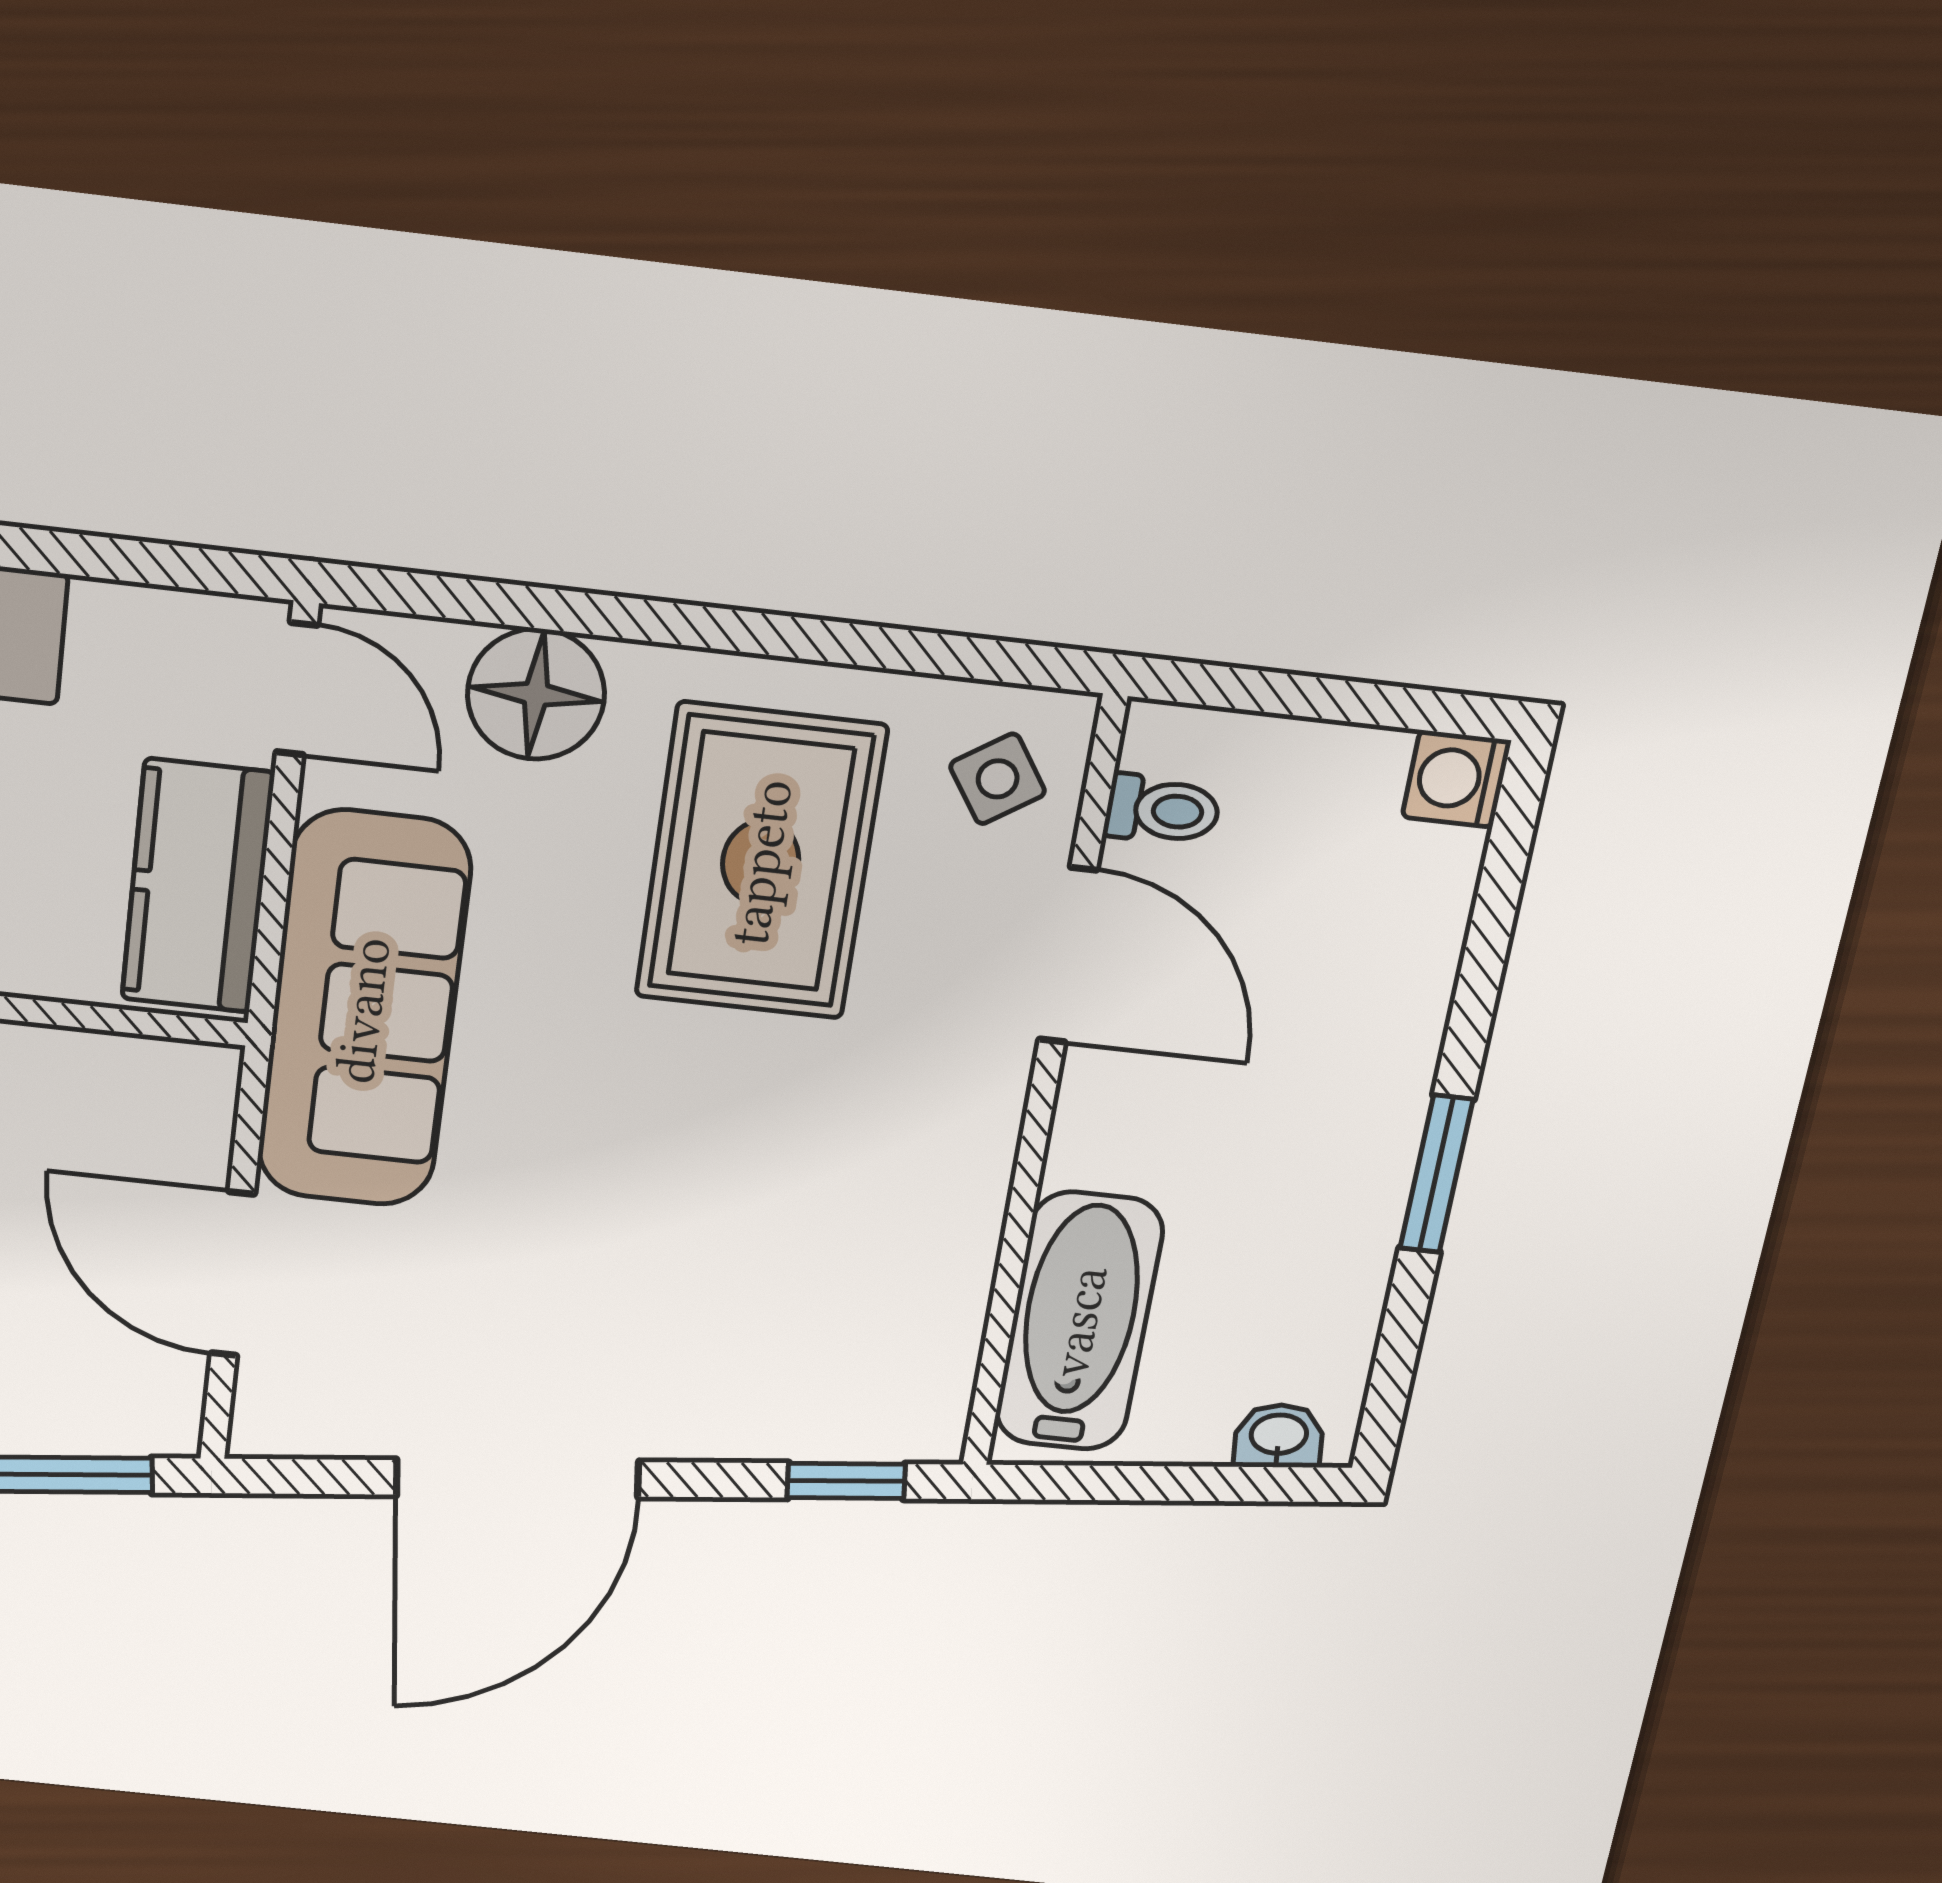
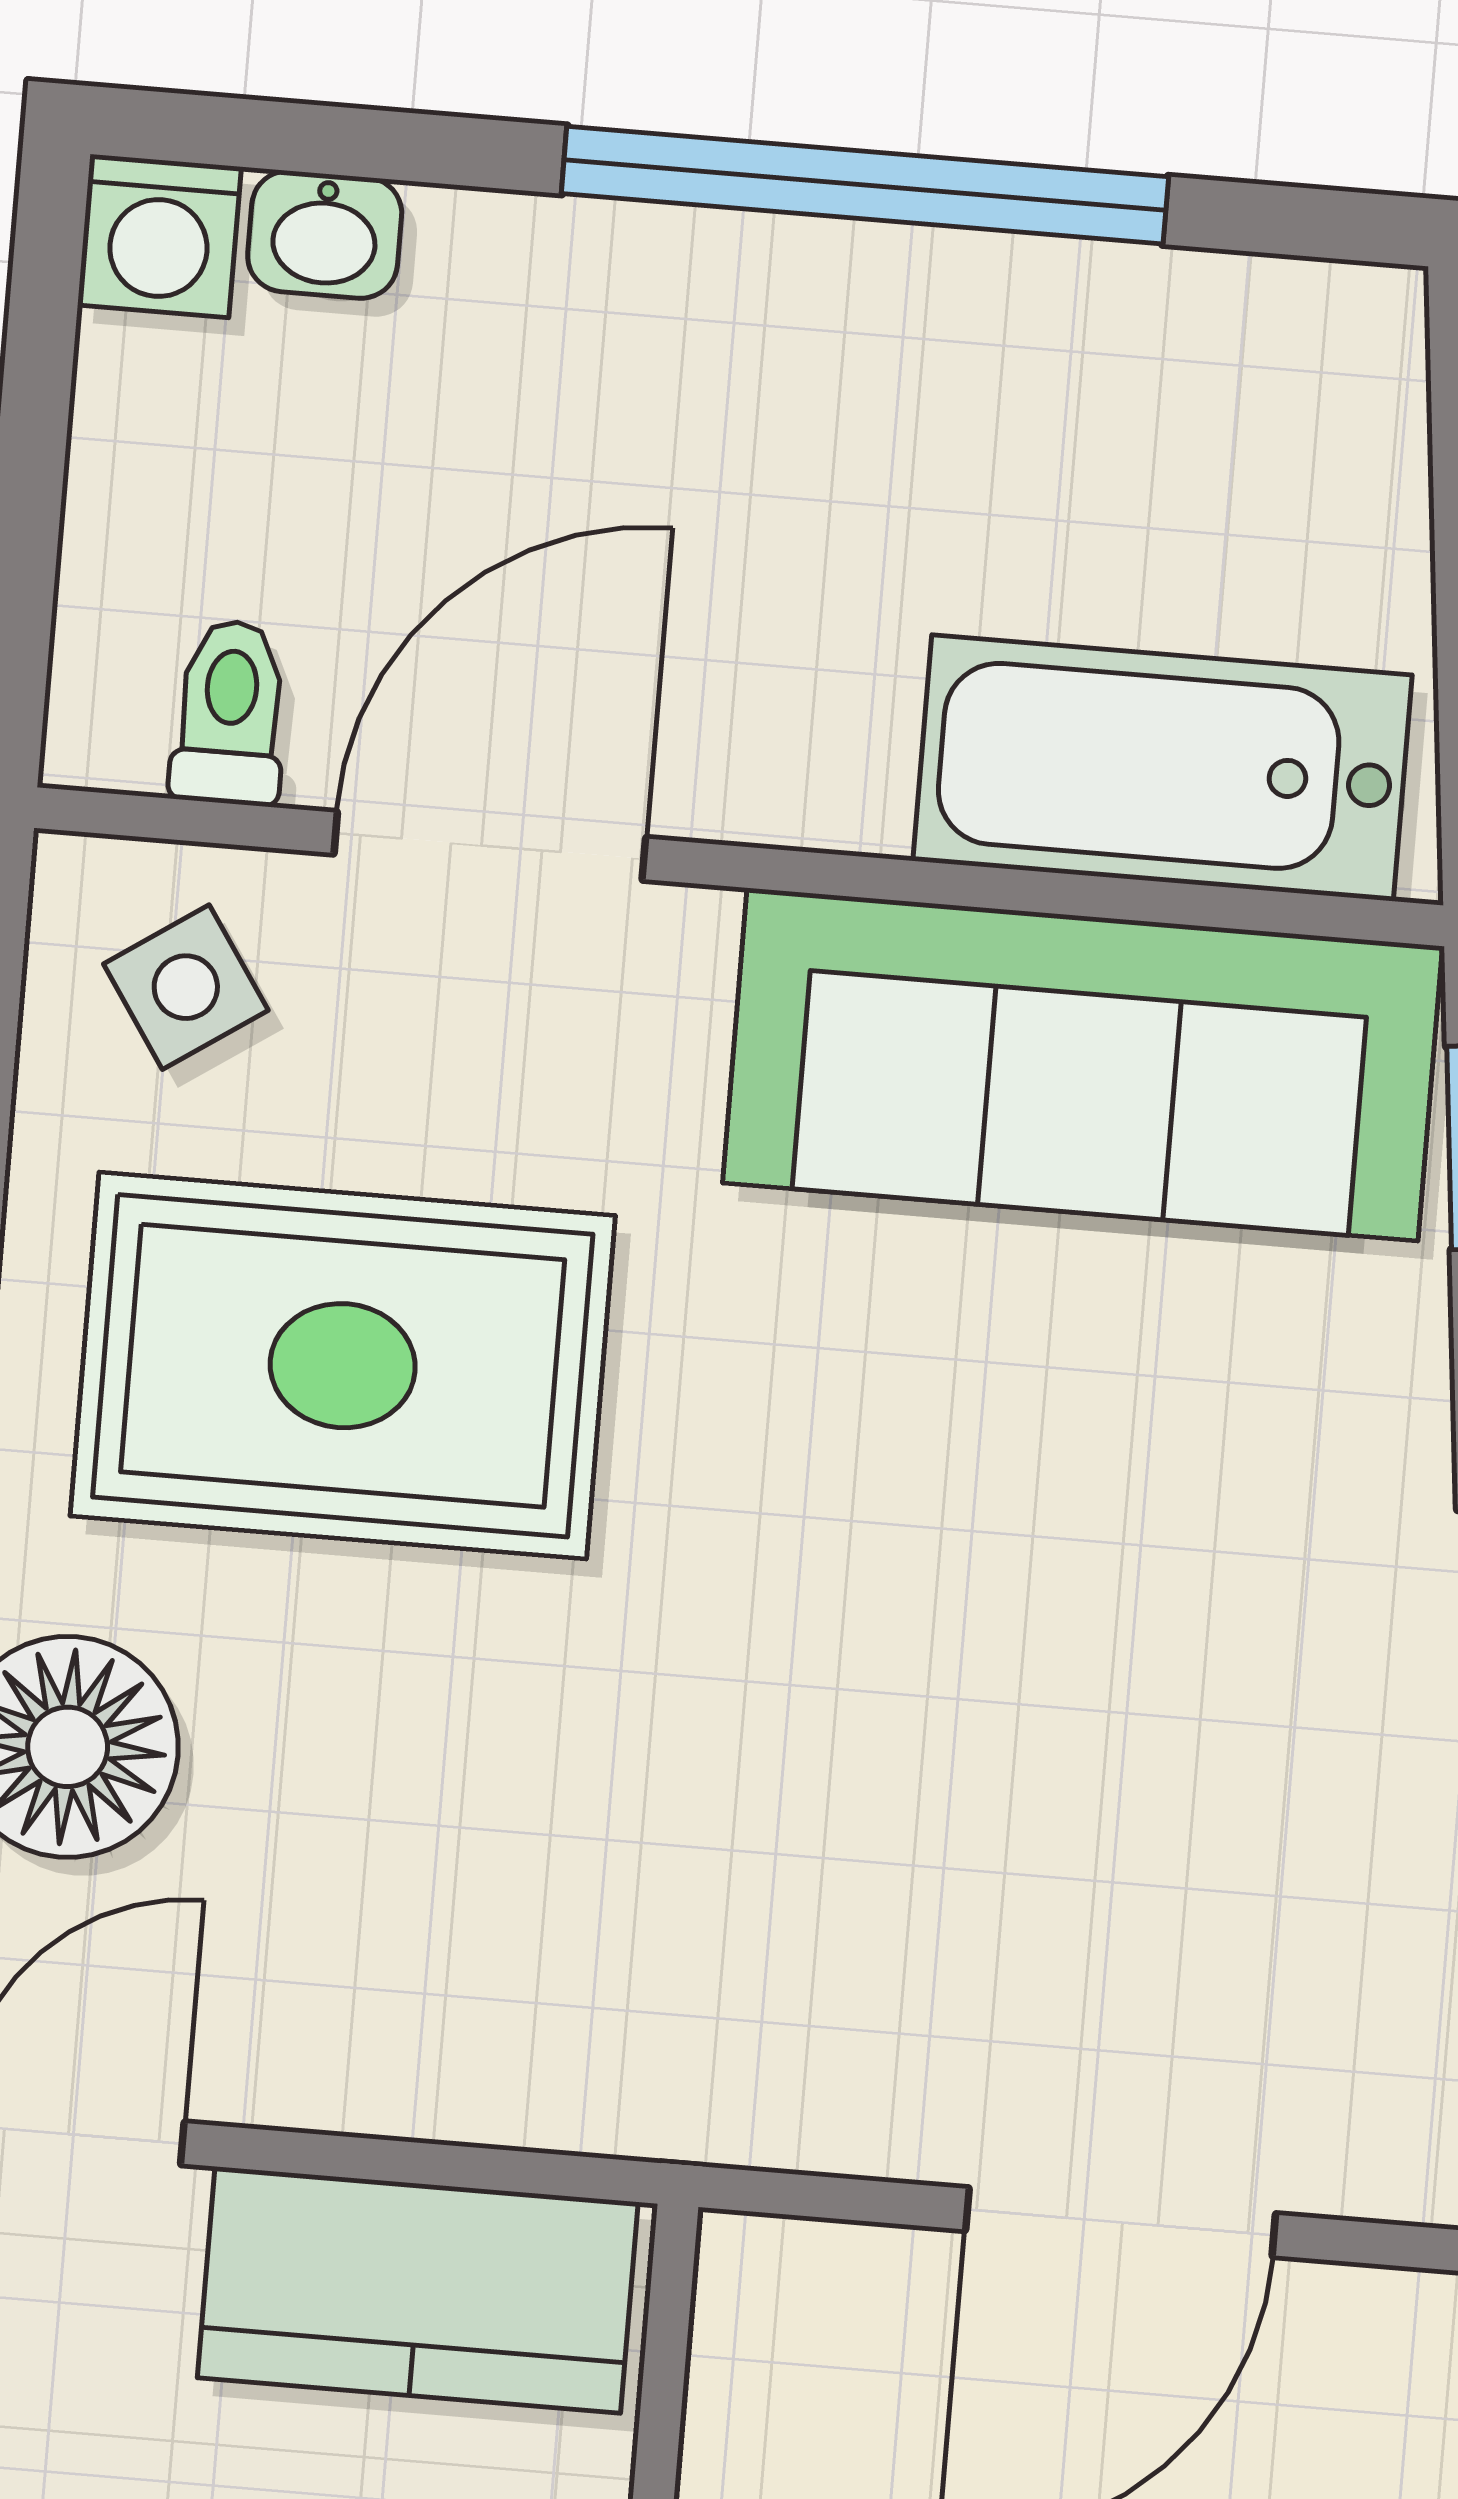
sofa: (363, 1010) -> (1082, 1065), moved, turned 180
window: (1436, 1174) -> (865, 185), width x2.11
washbasin: (1279, 1436) -> (325, 235), moved, turned -84

